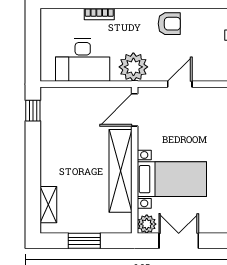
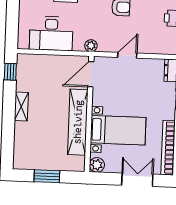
plant: (133, 67) -> (91, 46), width x0.53, depth x0.53
shelving: (48, 205) -> (21, 107), moved
double door: (179, 241) -> (137, 180), moved

